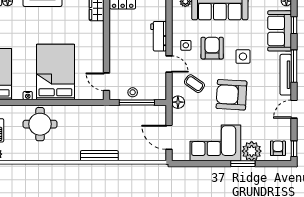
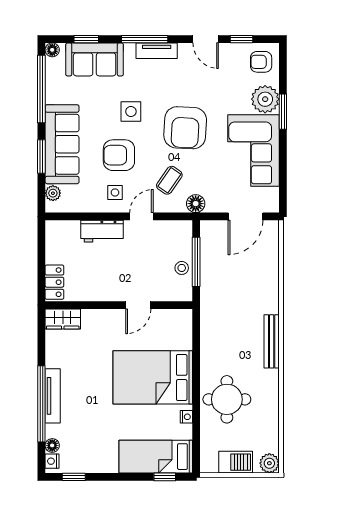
tv unit: (286, 75) -> (157, 51), width x0.71
door: (106, 82) -> (138, 305), moved
window: (294, 149) -> (242, 39), moved
bench: (99, 156) -> (272, 341), moved

